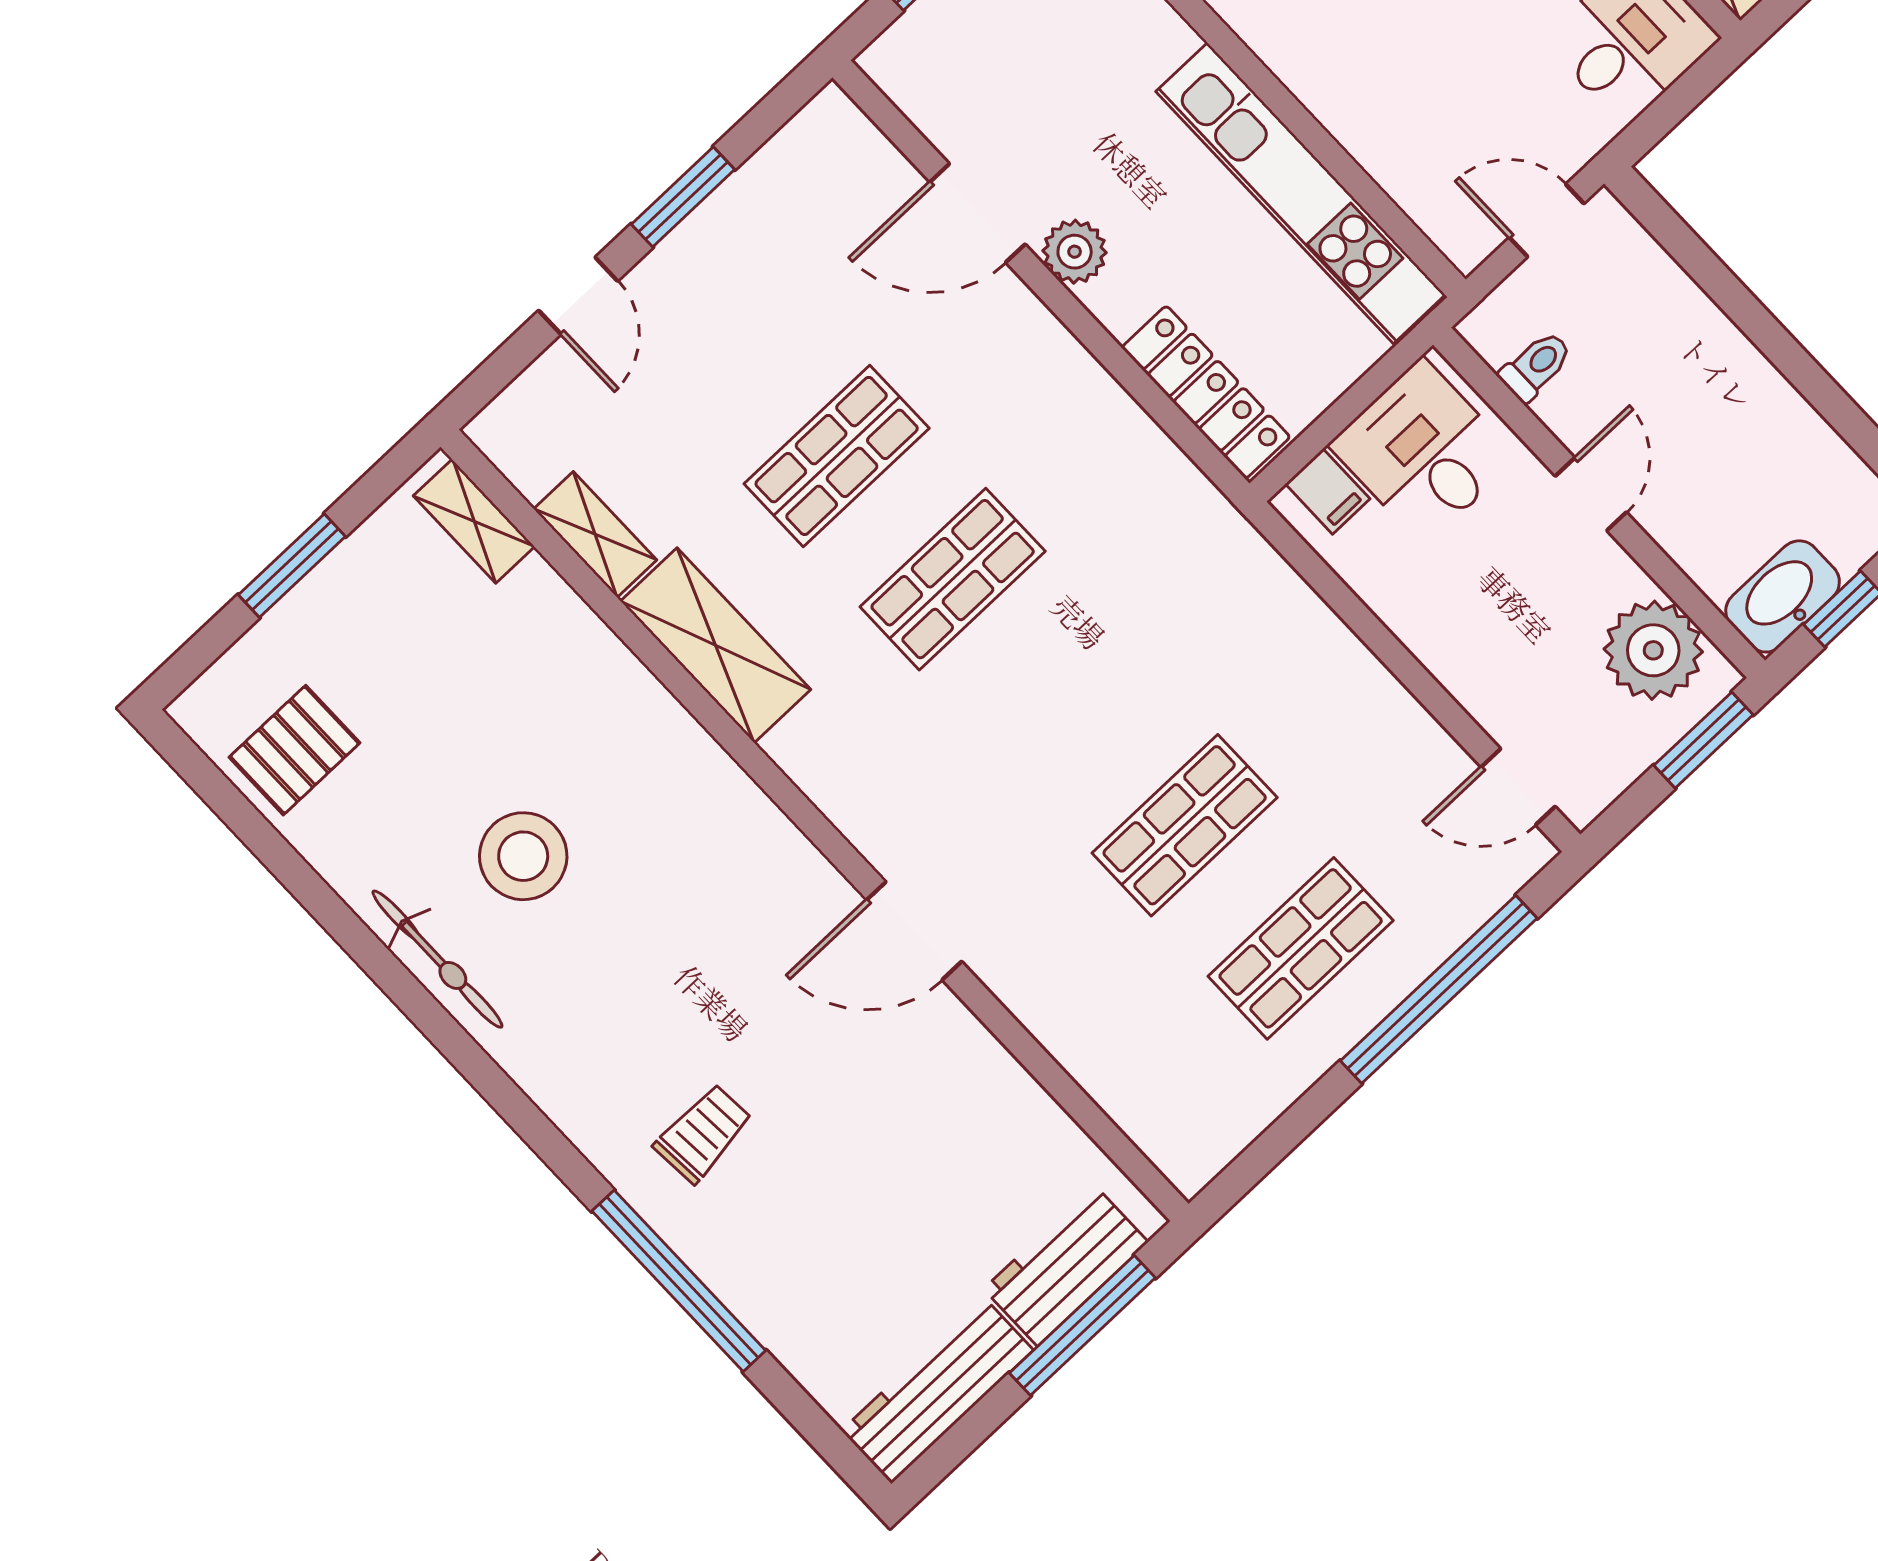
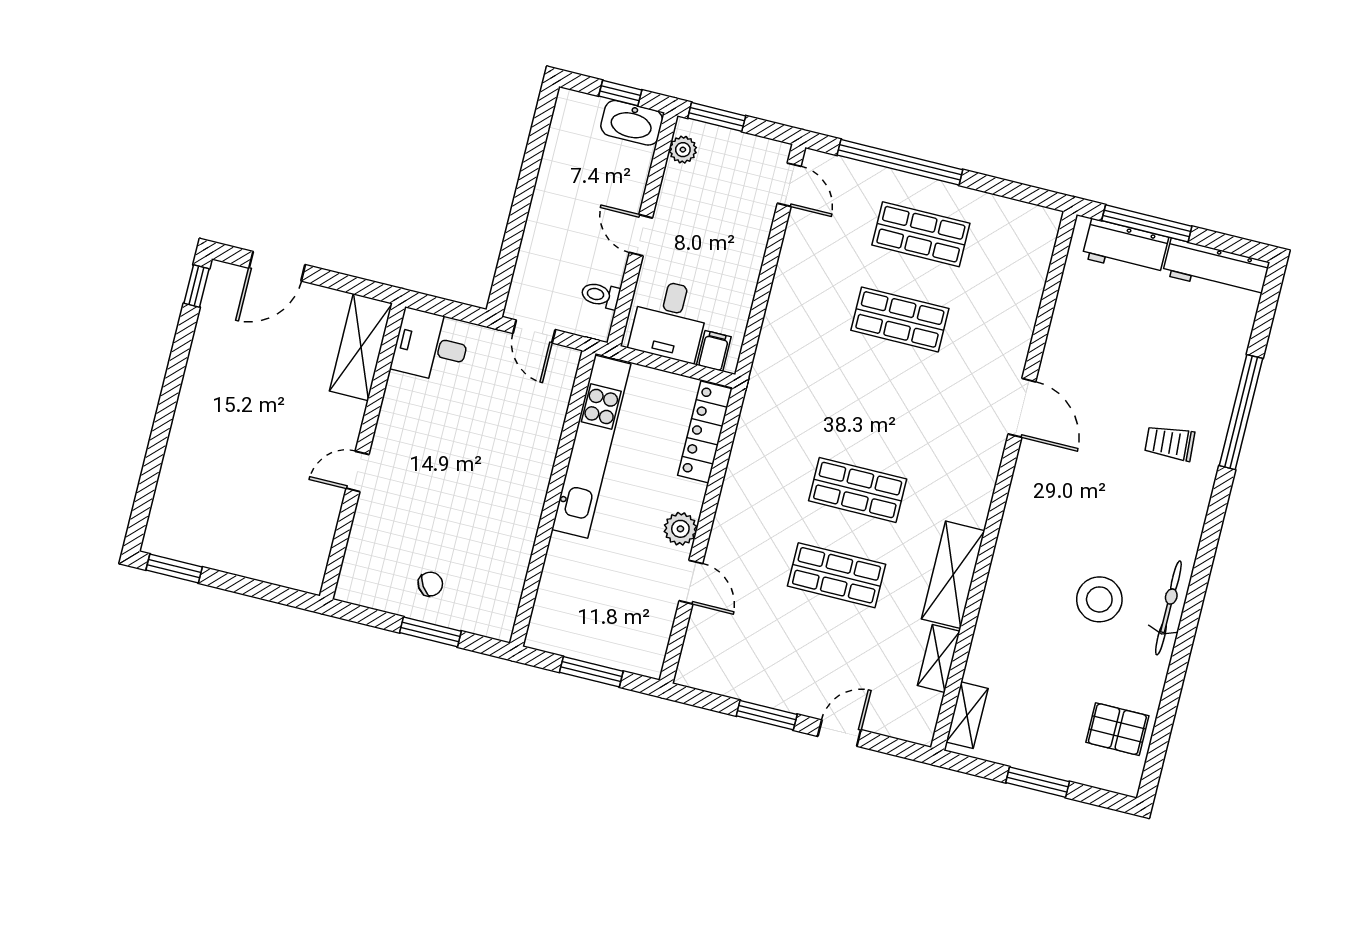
door: (977, 213) -> (691, 582), width x0.73
door: (1591, 494) -> (641, 235), hinge flipped
plant: (1653, 650) -> (683, 150), width x0.53, depth x0.53

